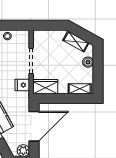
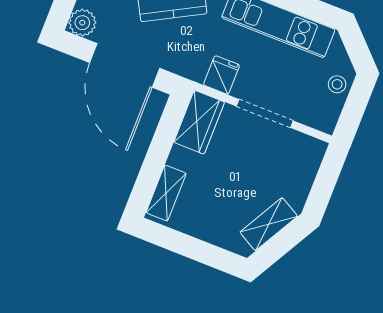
boiler: (88, 62) -> (215, 233), removed

